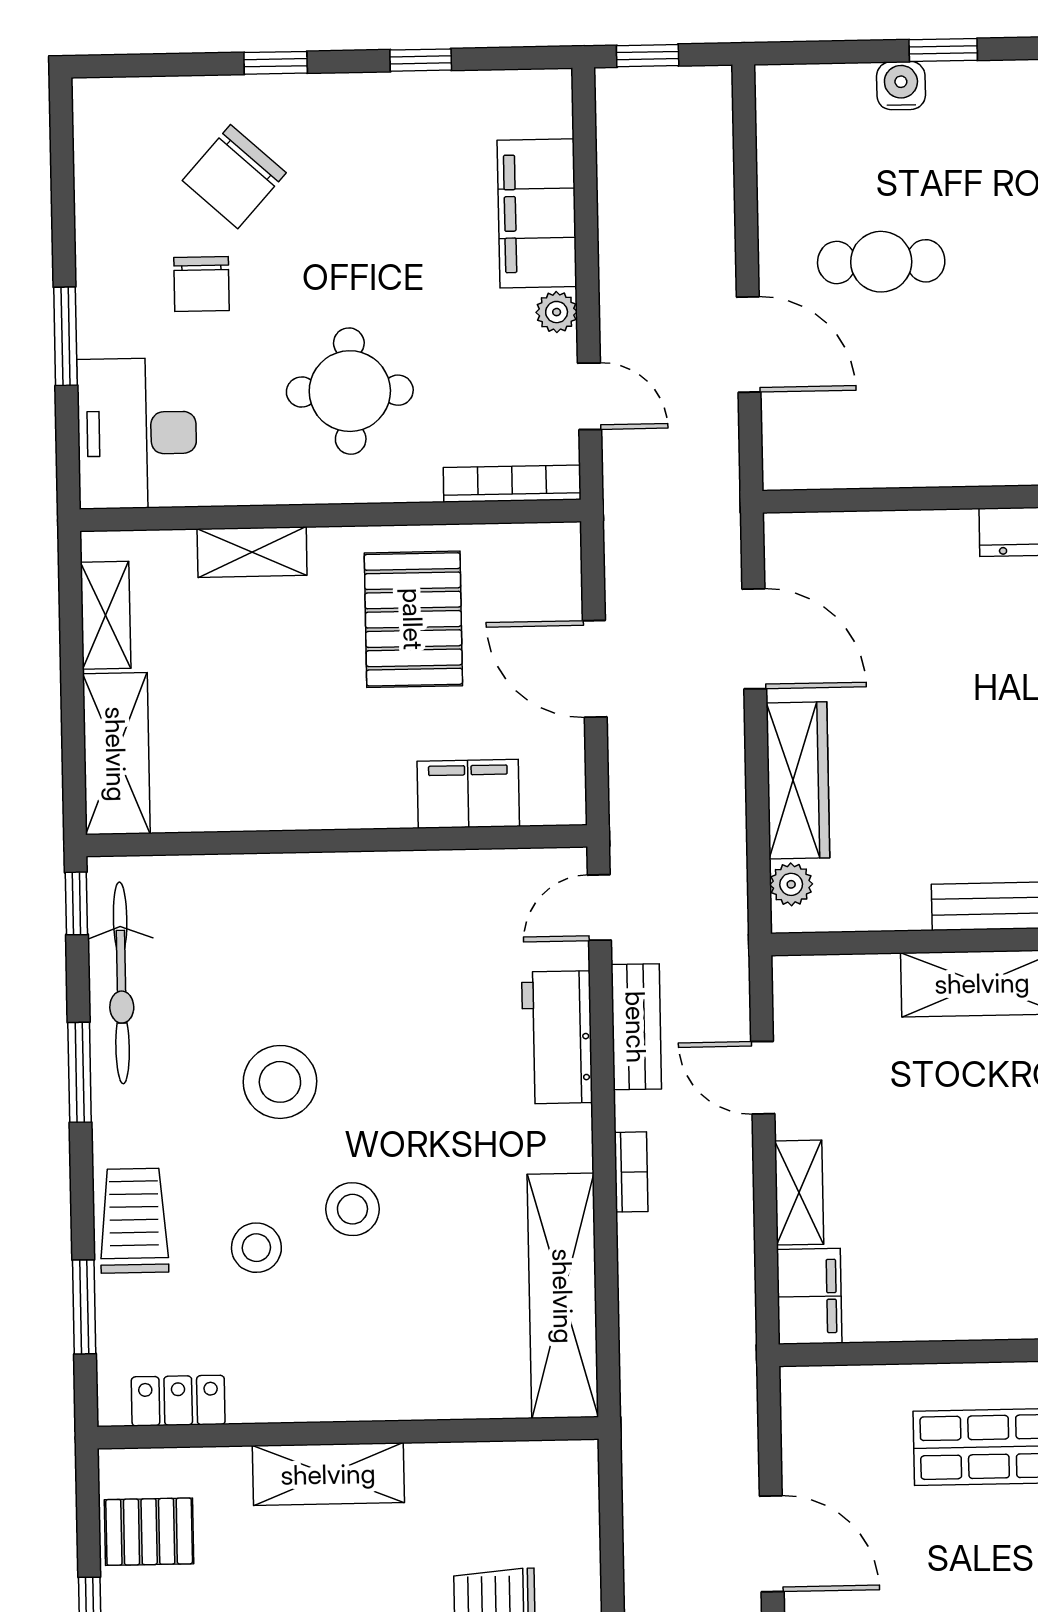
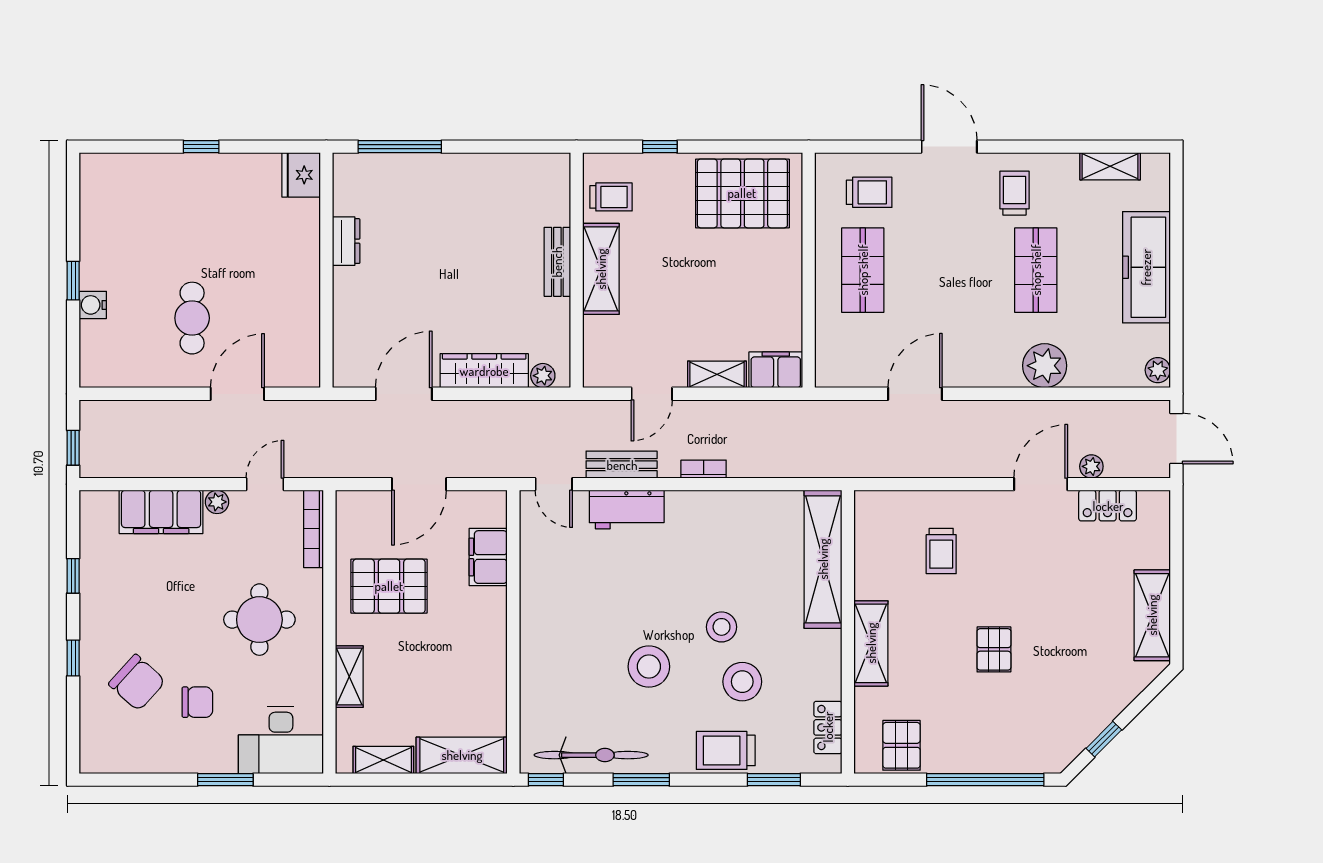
stool: (256, 1248) -> (742, 682), width x1.38, depth x1.38
shelving: (563, 1296) -> (823, 559), moved, turned 90

